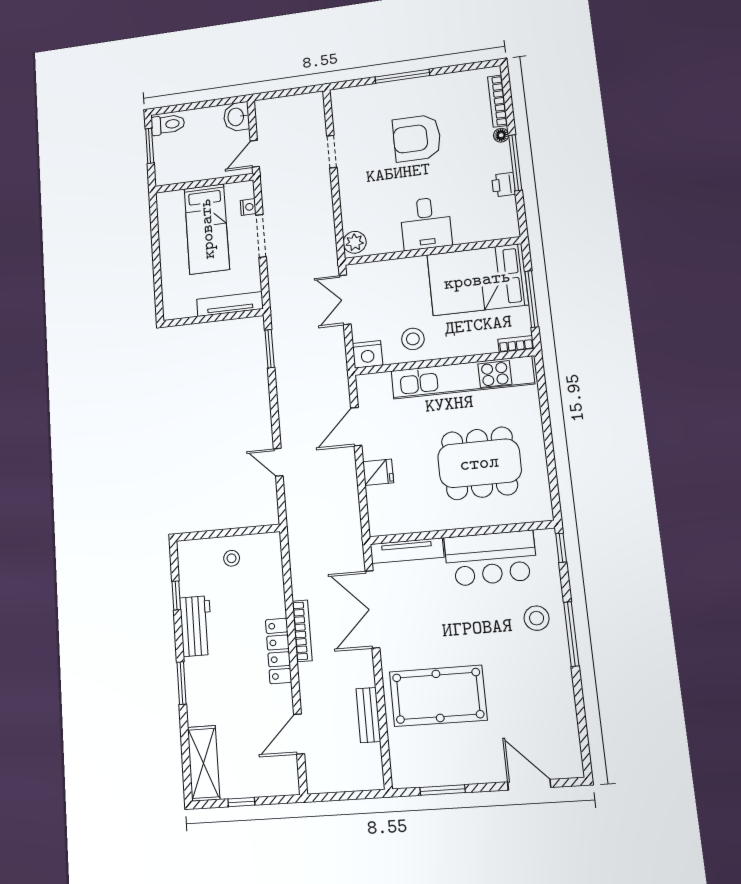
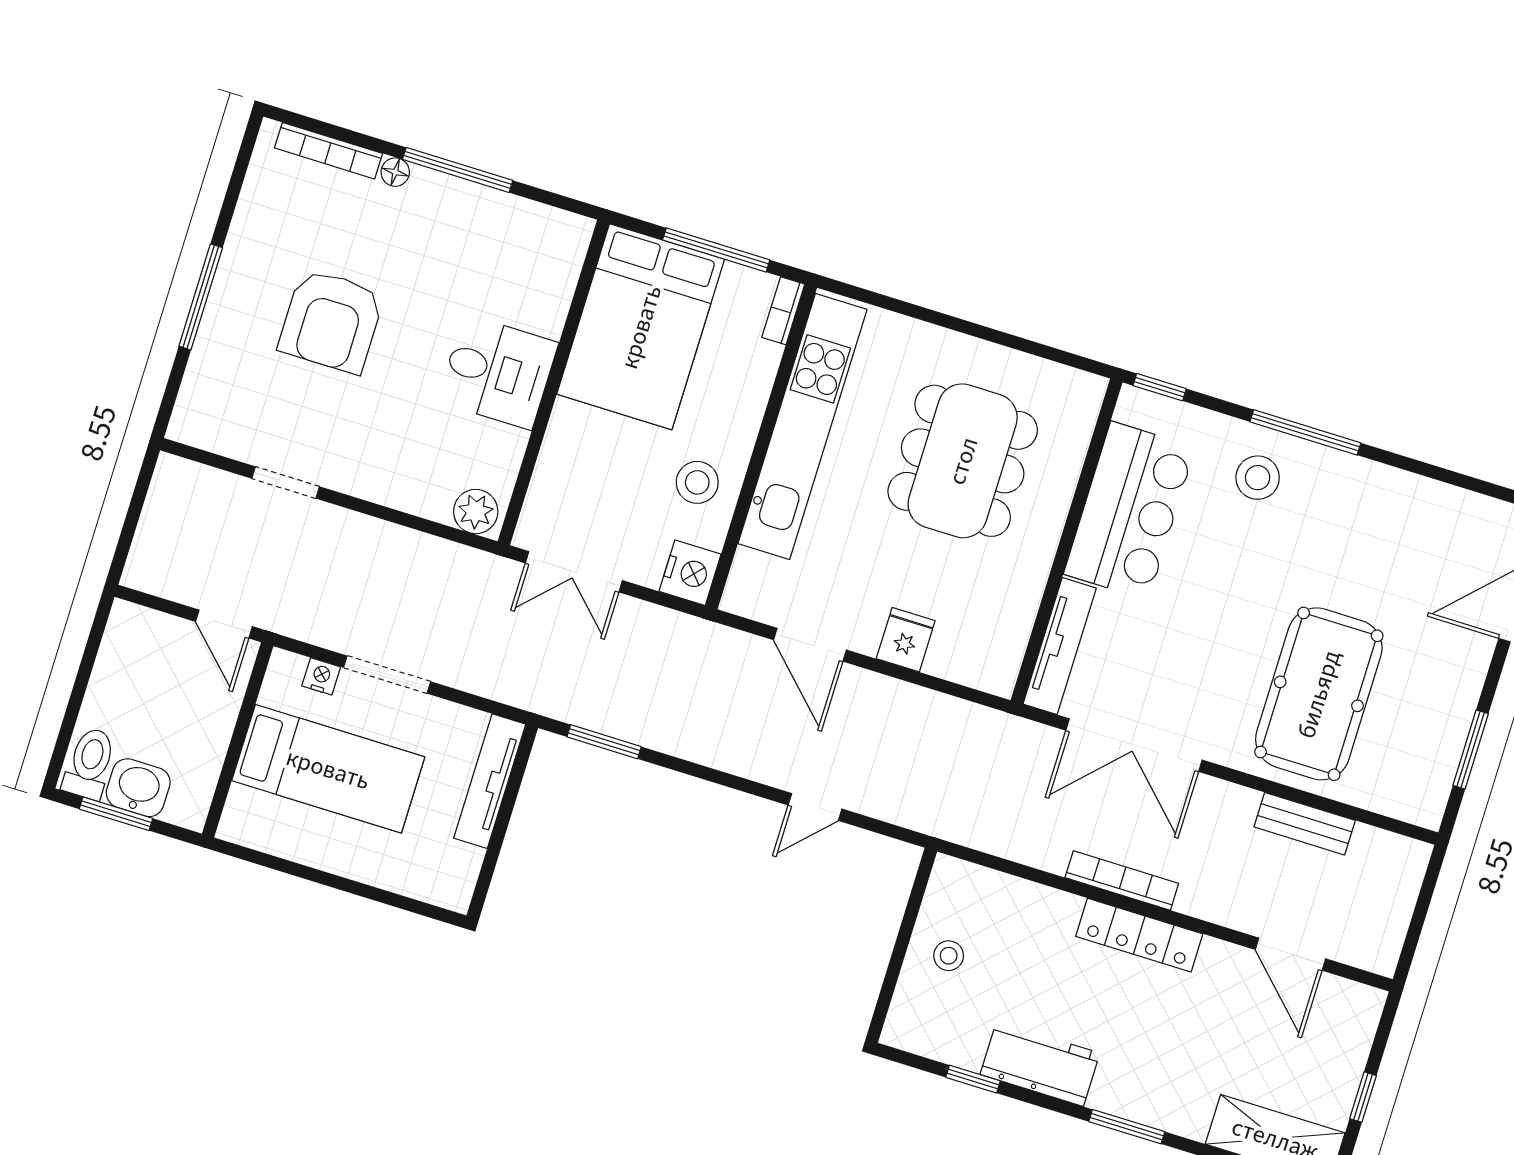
washbasin: (236, 117) -> (138, 788), moved, turned 180
printer: (504, 185) -> (489, 208), removed

